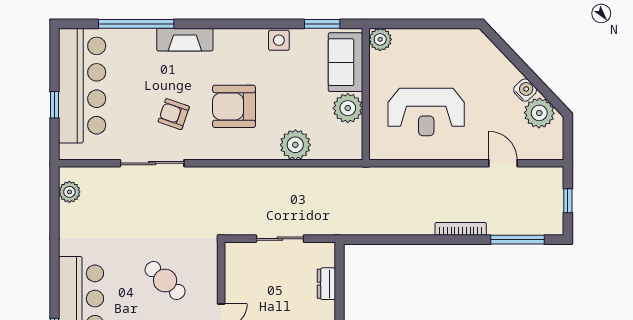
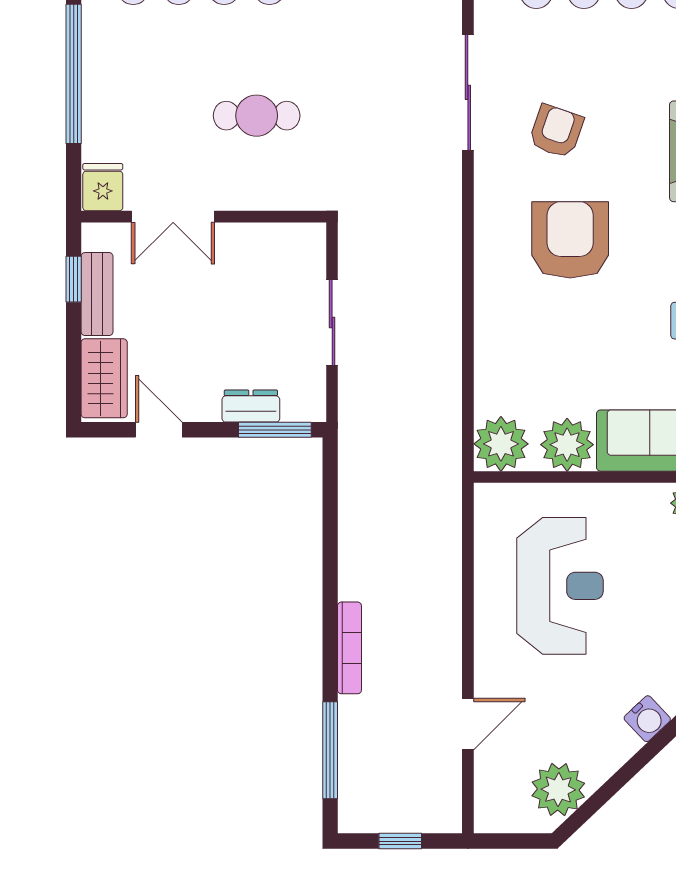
water cooler: (525, 90) -> (647, 719), moved
reception desk: (426, 112) -> (560, 586), turned 180
plant: (295, 145) -> (501, 444), moved
window: (340, 270) -> (275, 430), added
cafe table: (165, 281) -> (257, 116), turned 47

